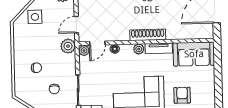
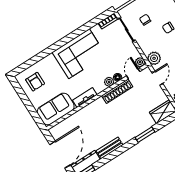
shoe rack: (148, 35) -> (117, 91), moved
plant: (139, 49) -> (109, 82), moved
armchair: (182, 95) -> (35, 82), moved

